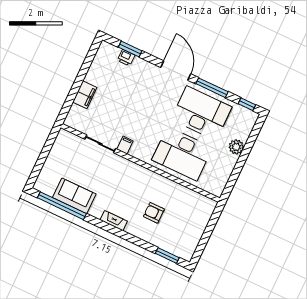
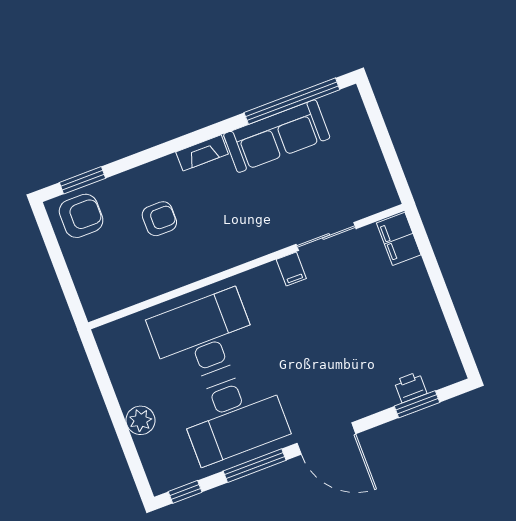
filing cabinet: (85, 95) -> (399, 239), moved
sofa: (74, 196) -> (277, 136), width x1.36
armchair: (181, 243) -> (81, 216), added

